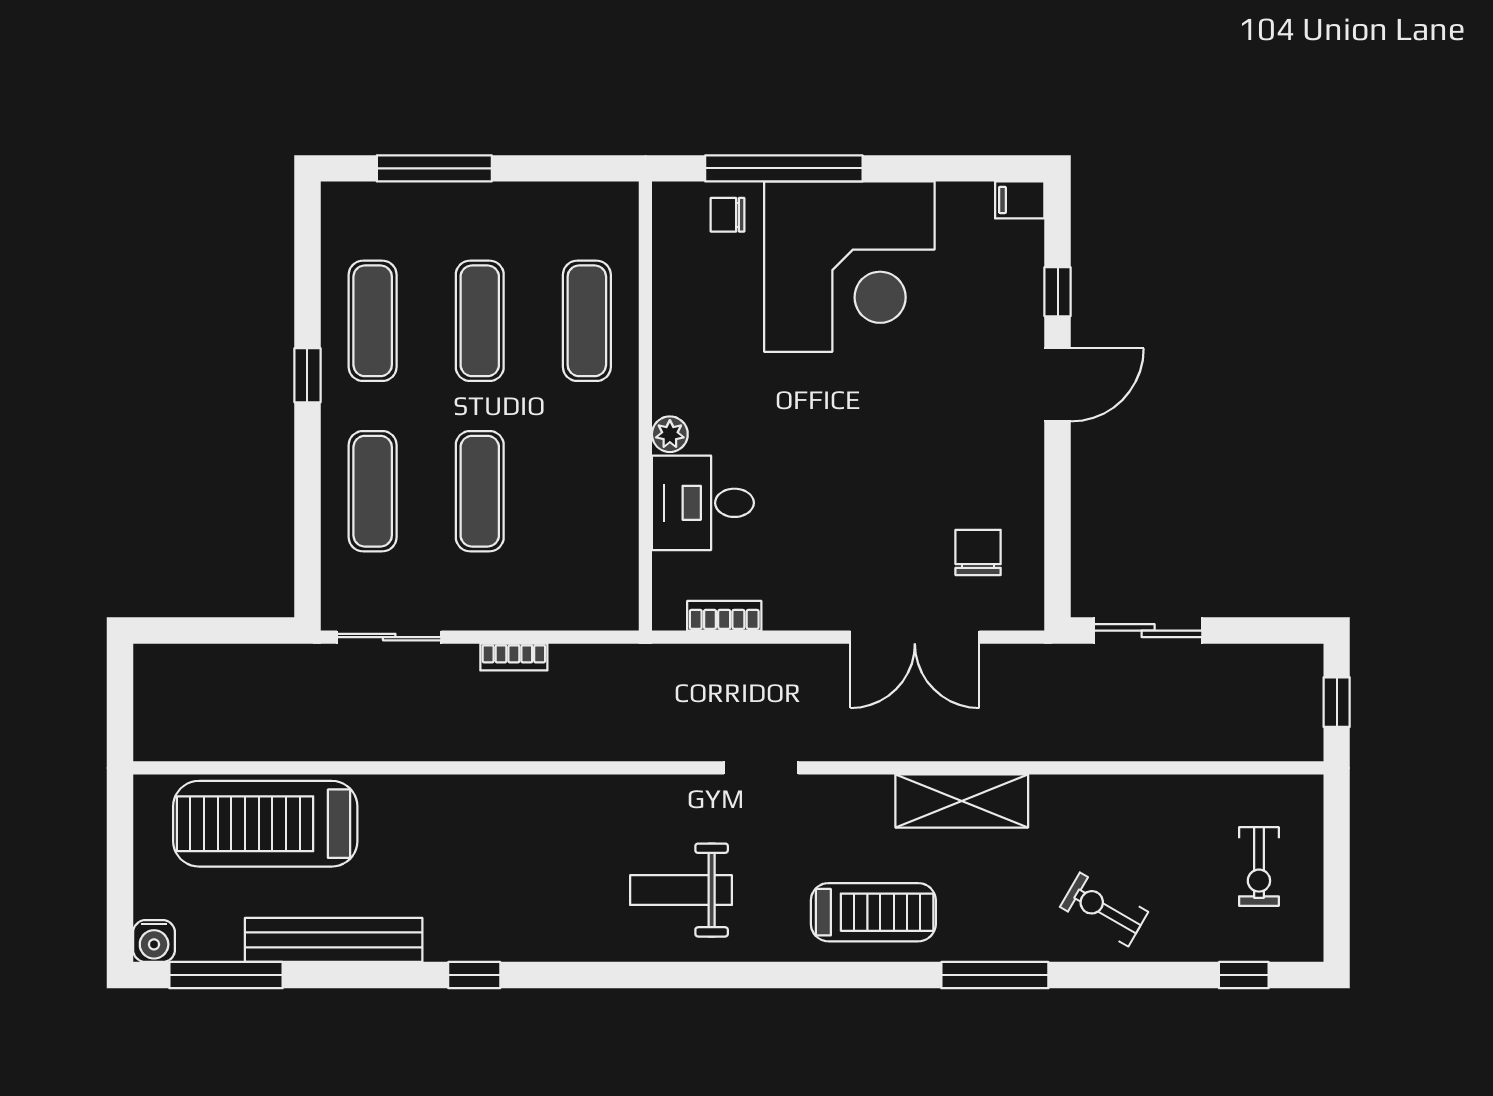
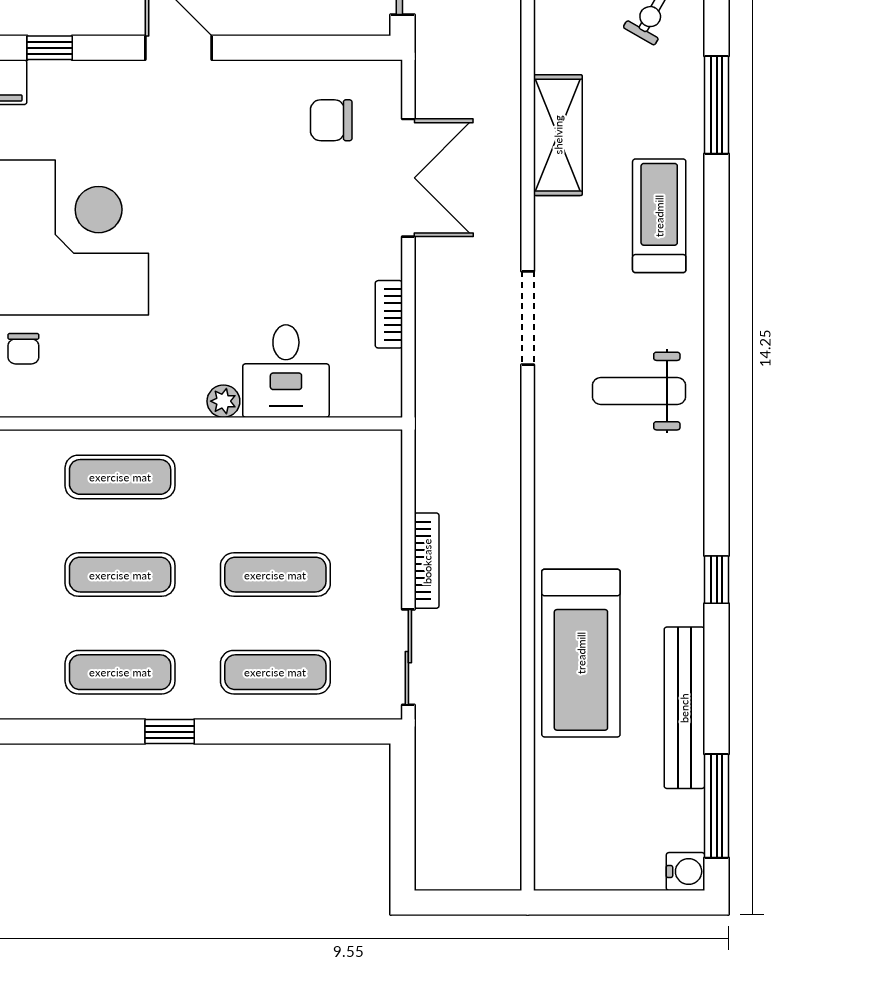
window: (1058, 292) -> (50, 48), moved
bookcase: (724, 616) -> (389, 314), moved
bookcase: (514, 657) -> (427, 561), width x1.56
doorway: (761, 768) -> (528, 318), width x1.38
treadmill: (265, 824) -> (581, 653), moved
weight bench: (681, 890) -> (639, 391), turned 90

